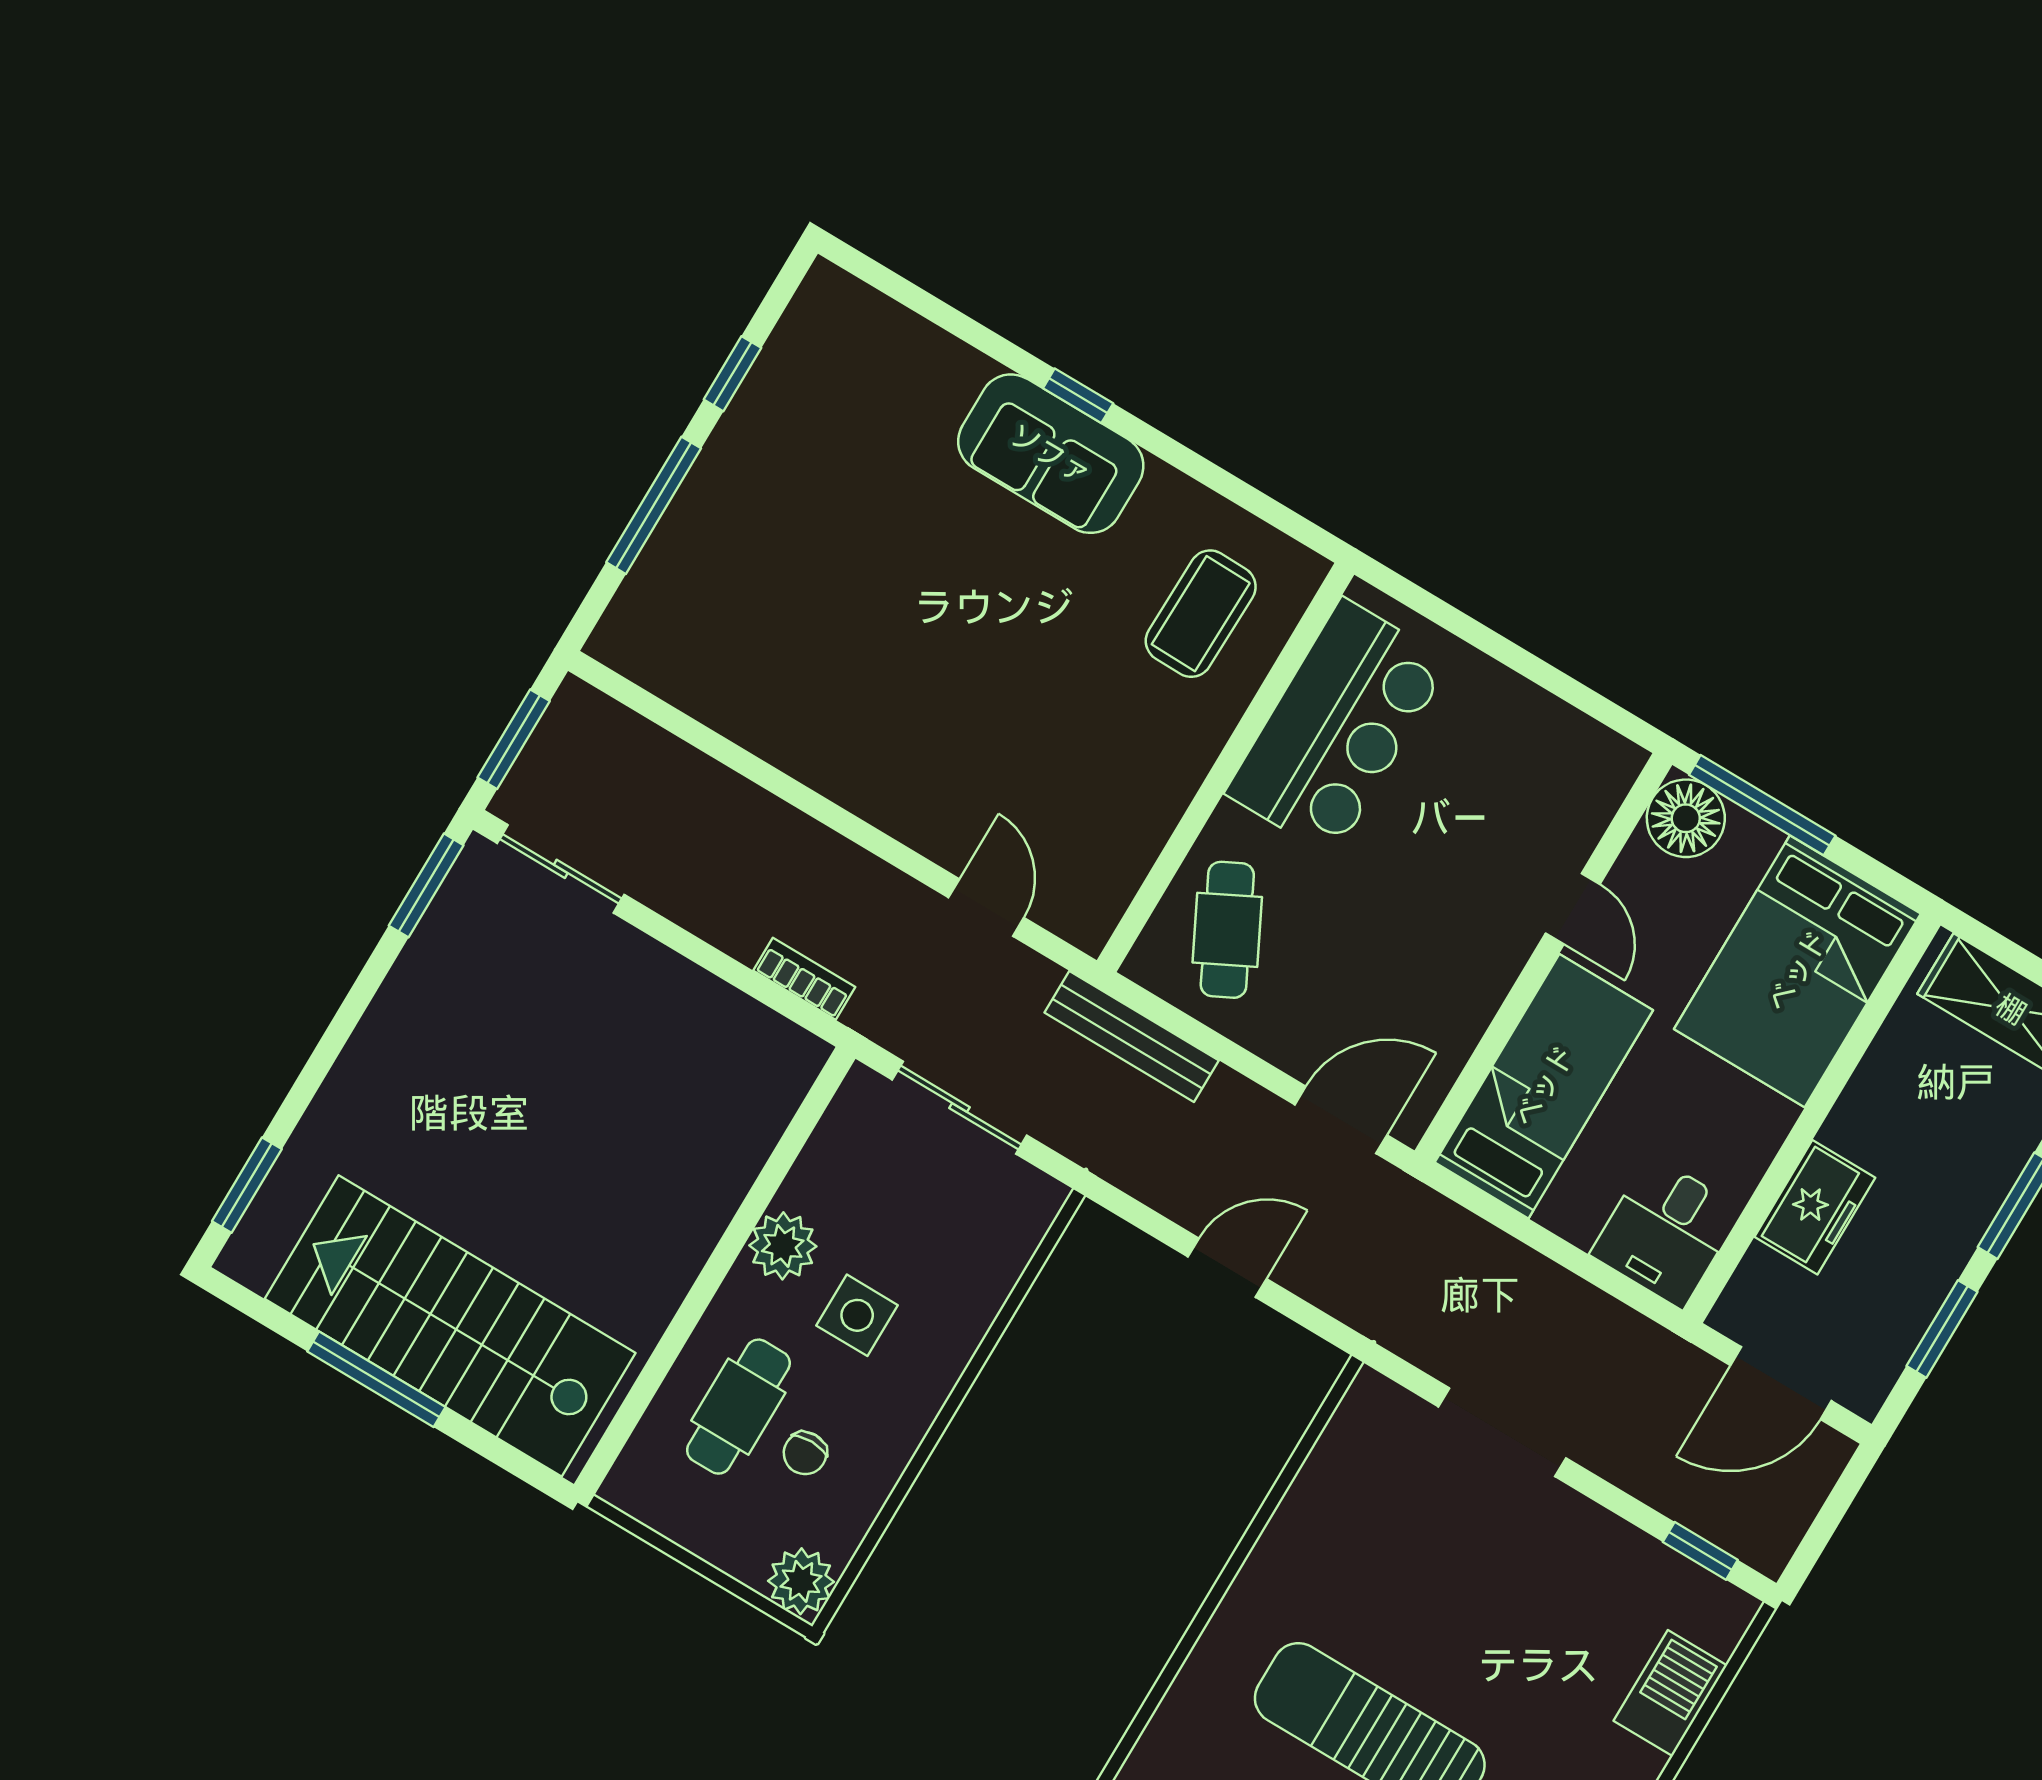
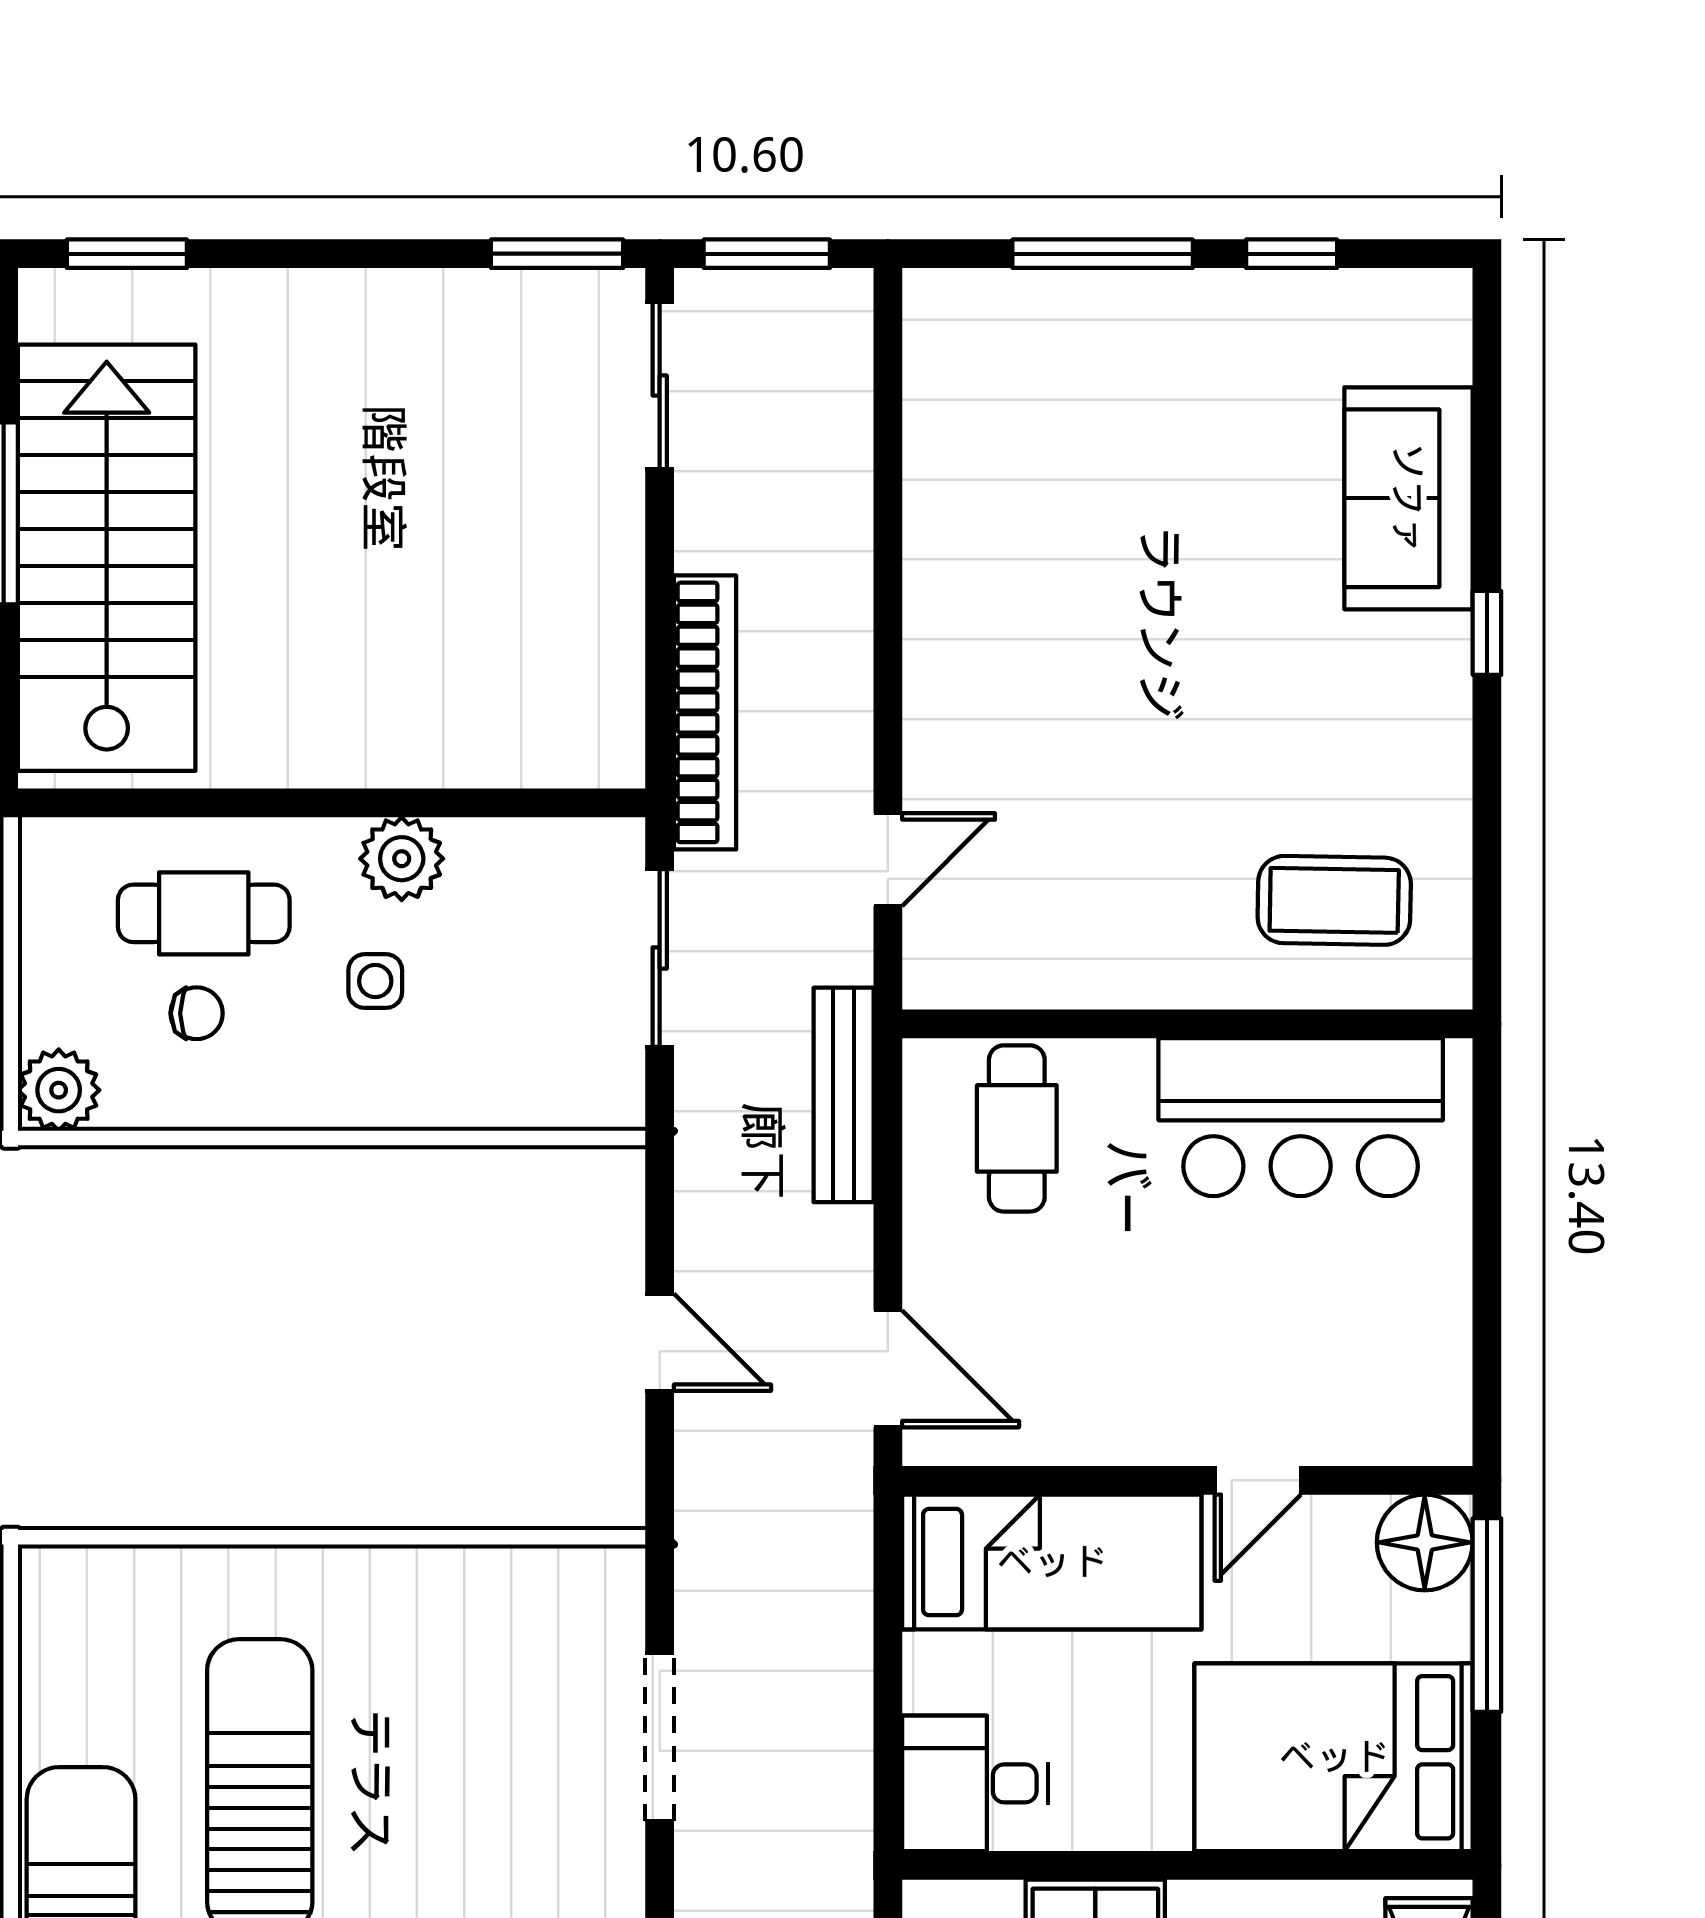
sofa: (1051, 454) -> (1408, 498), moved
cafe table: (1227, 930) -> (1017, 1128), turned -63
bookcase: (804, 979) -> (705, 712), width x2.31, depth x1.31
side table: (857, 1315) -> (375, 981), width x0.73, depth x0.73
chair: (805, 1453) -> (197, 1013), turned 180

